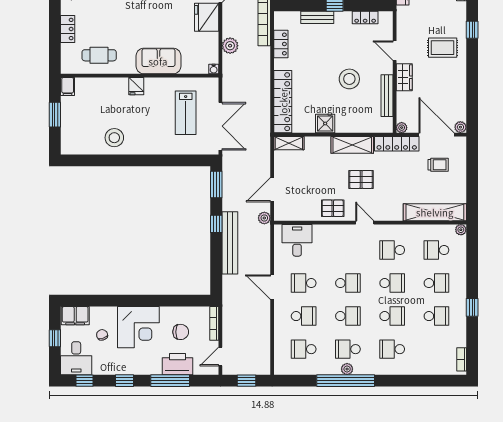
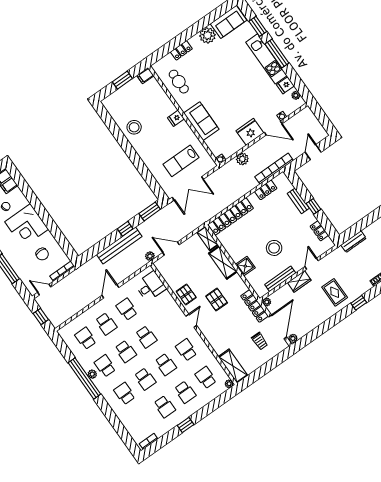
shower: (325, 124) -> (245, 266), moved
shelving: (352, 145) -> (223, 262), moved
shelving: (435, 212) -> (233, 366), width x0.68
printer: (177, 364) -> (21, 266), removed

